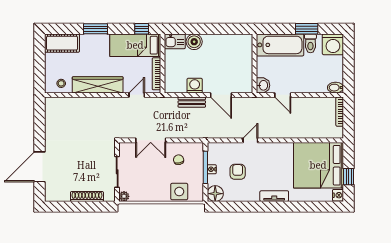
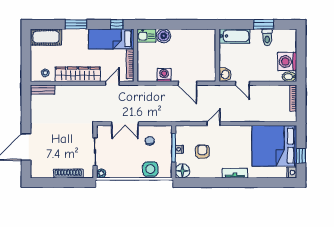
washing machine: (333, 44) -> (287, 61), moved, turned 90
bathtub: (280, 45) -> (234, 36), width x0.73, depth x0.73
bench: (192, 102) -> (43, 90), moved

